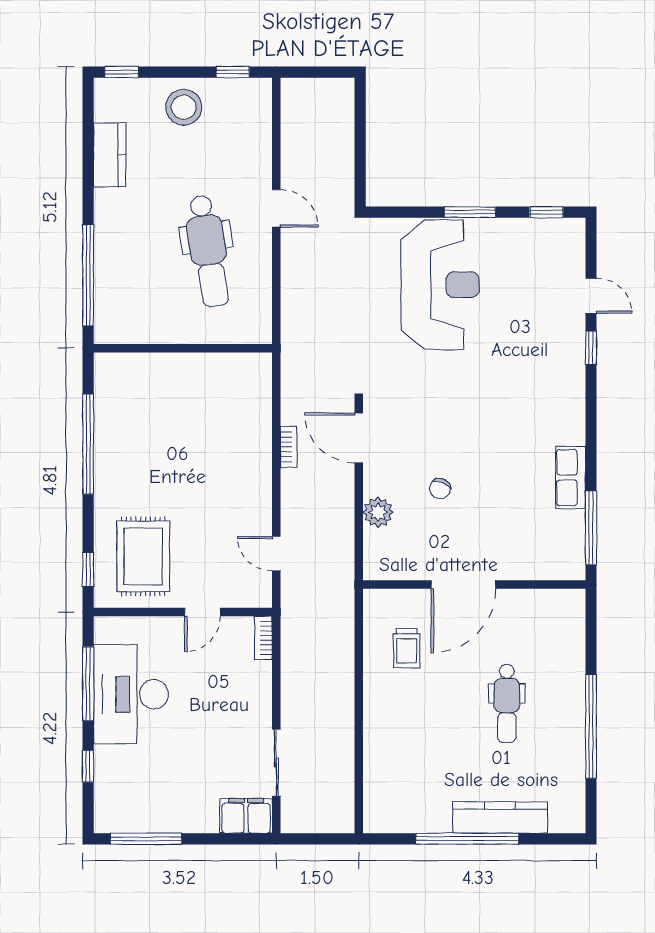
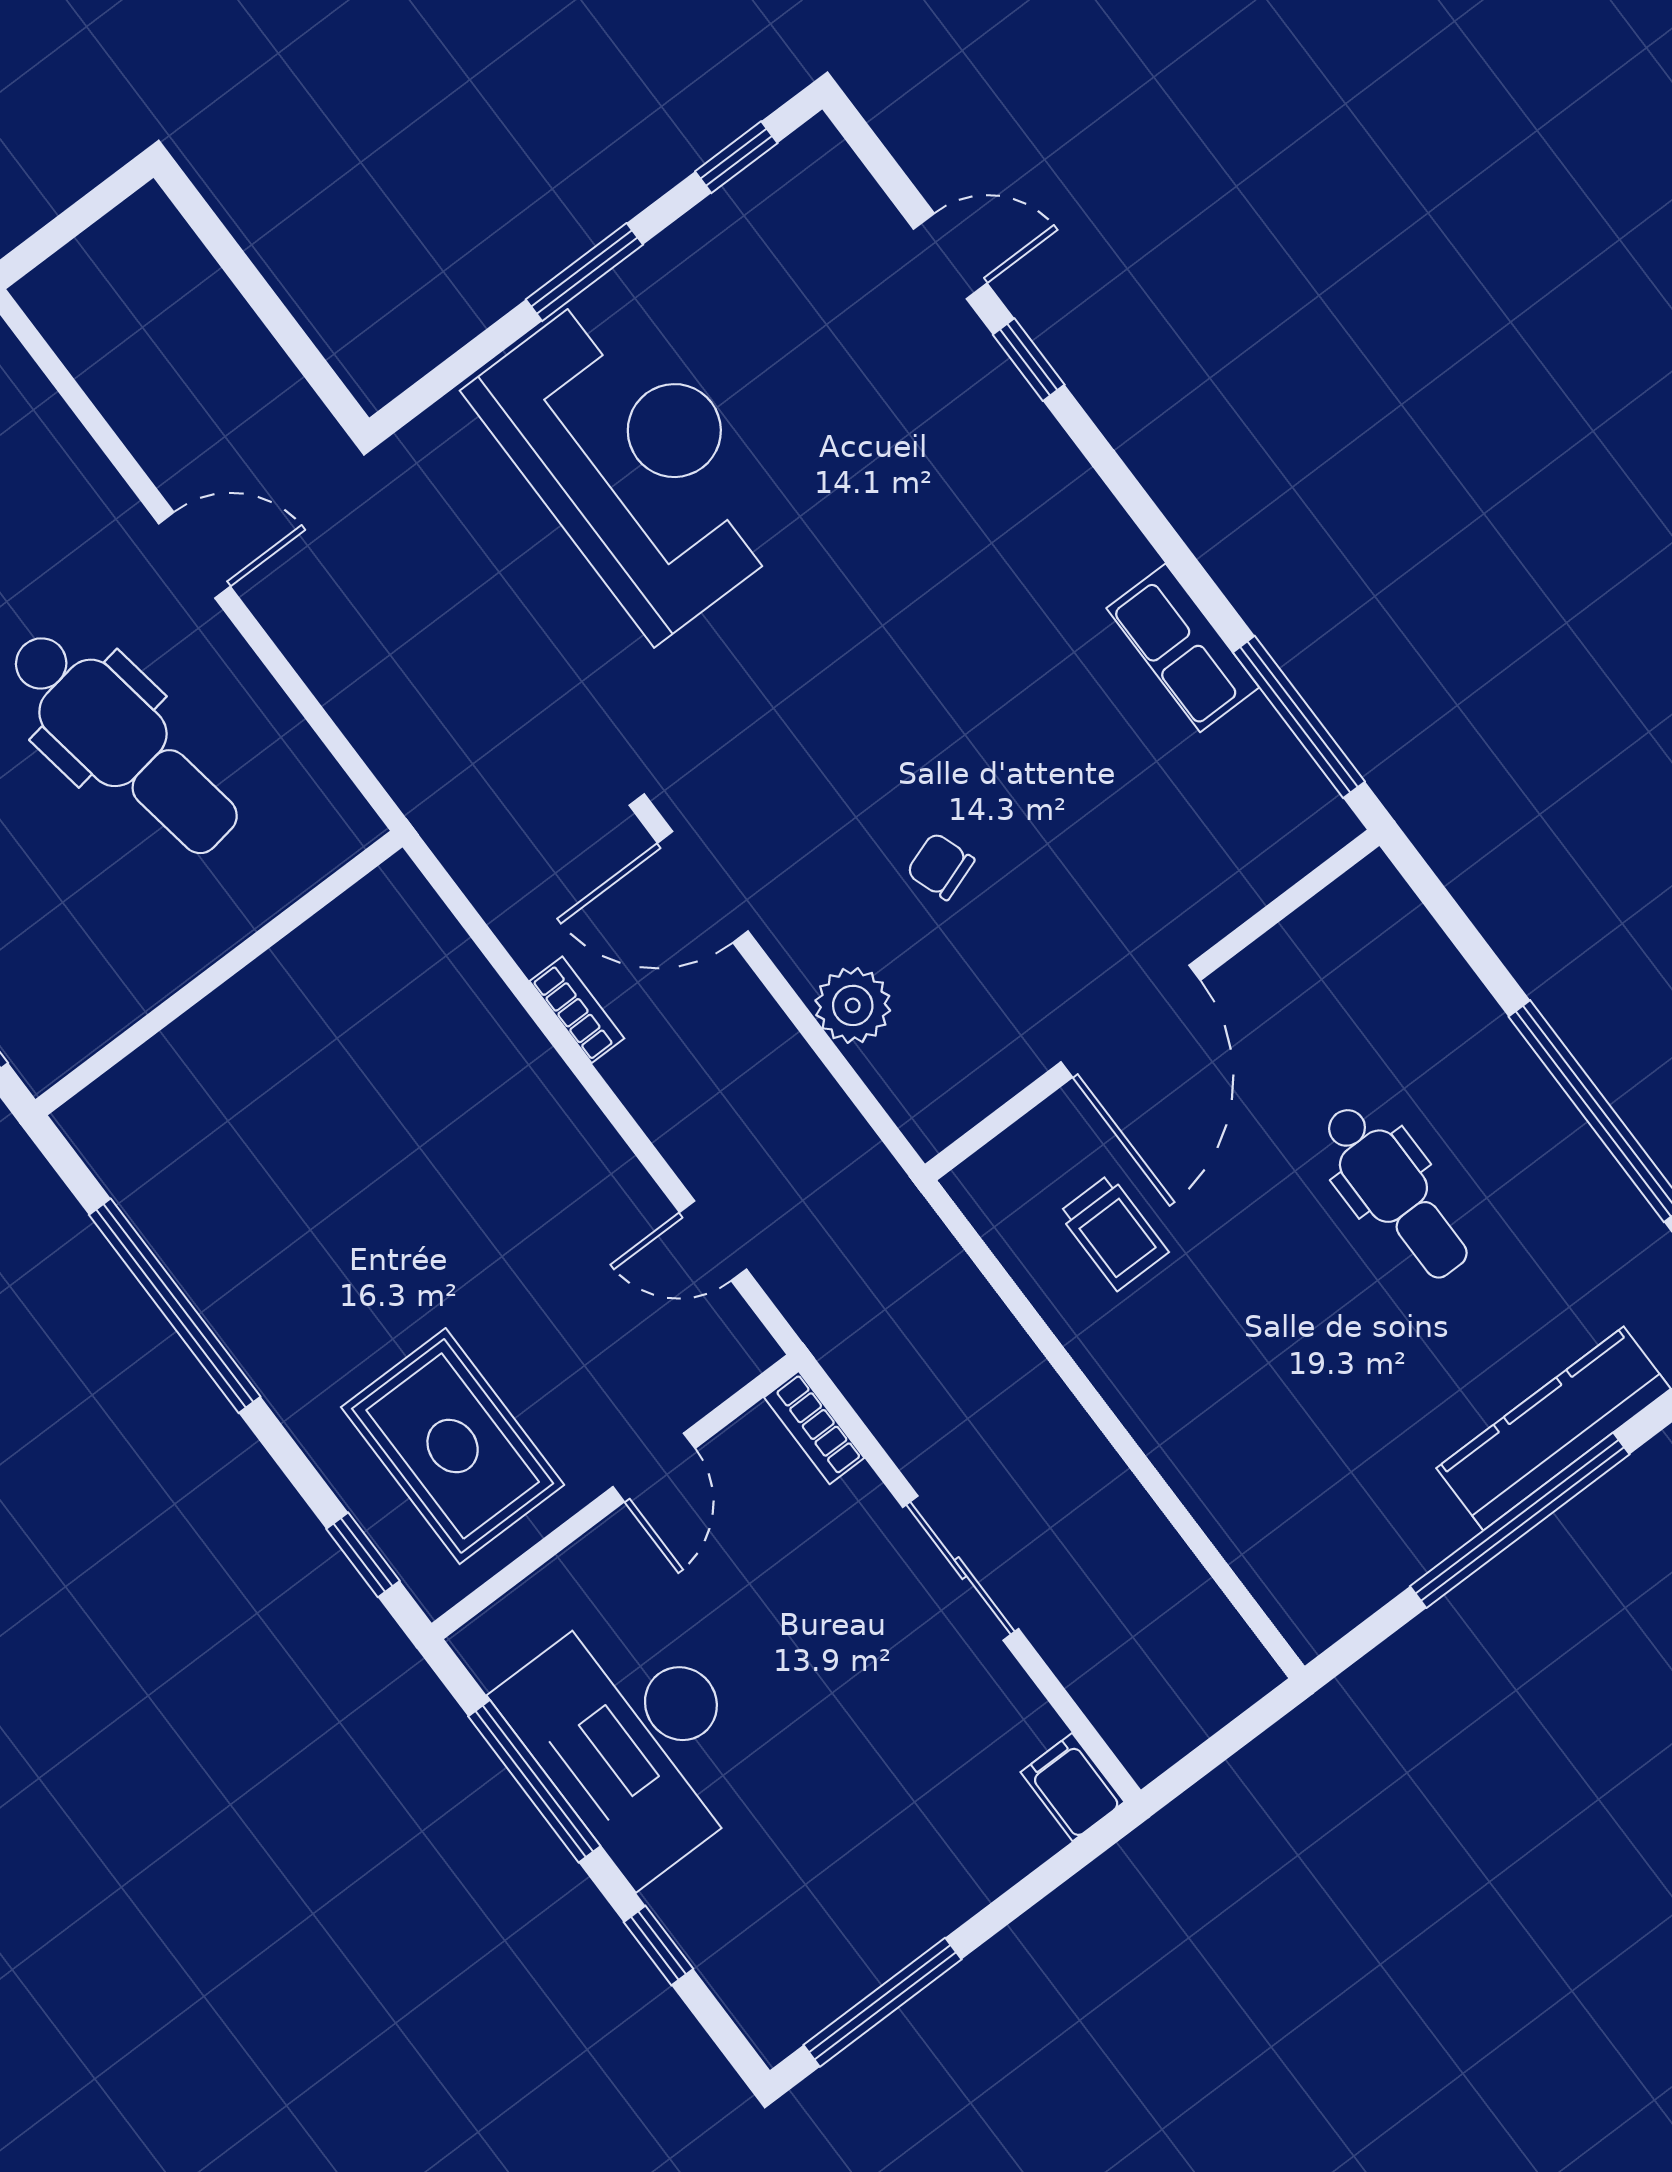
chair: (440, 489) -> (940, 866), turned 140
sliding door: (276, 763) -> (961, 1568), moved
filing cabinet: (246, 816) -> (1072, 1787), width x0.50

